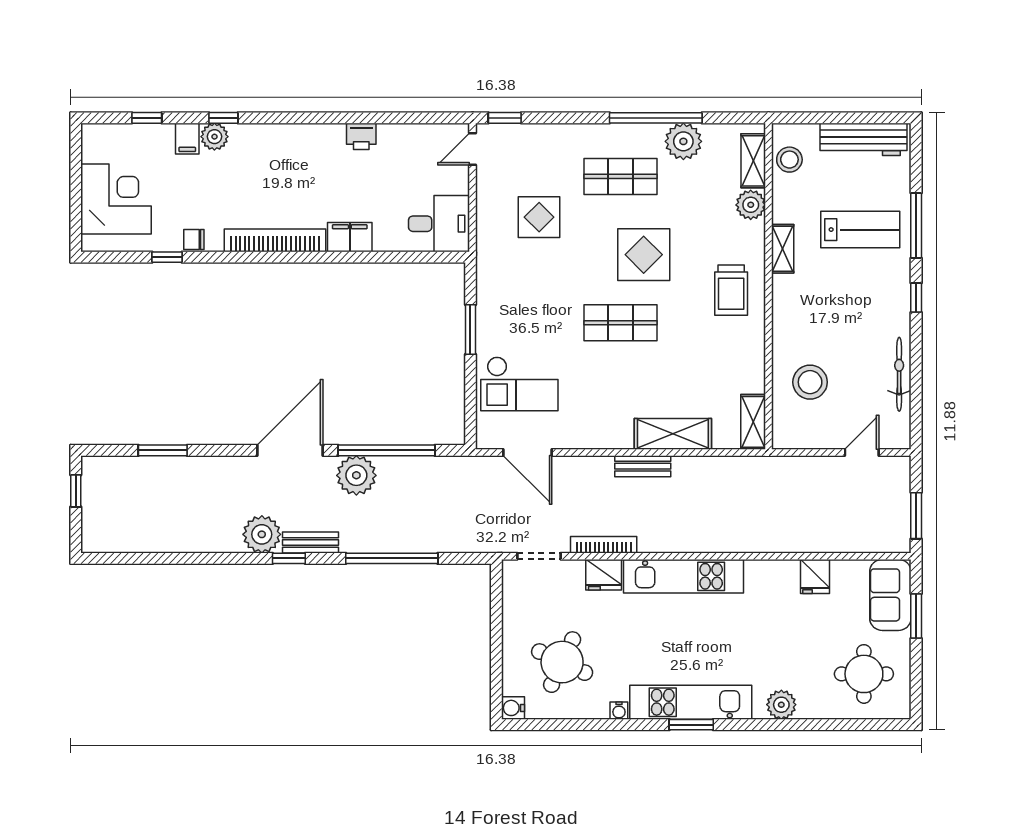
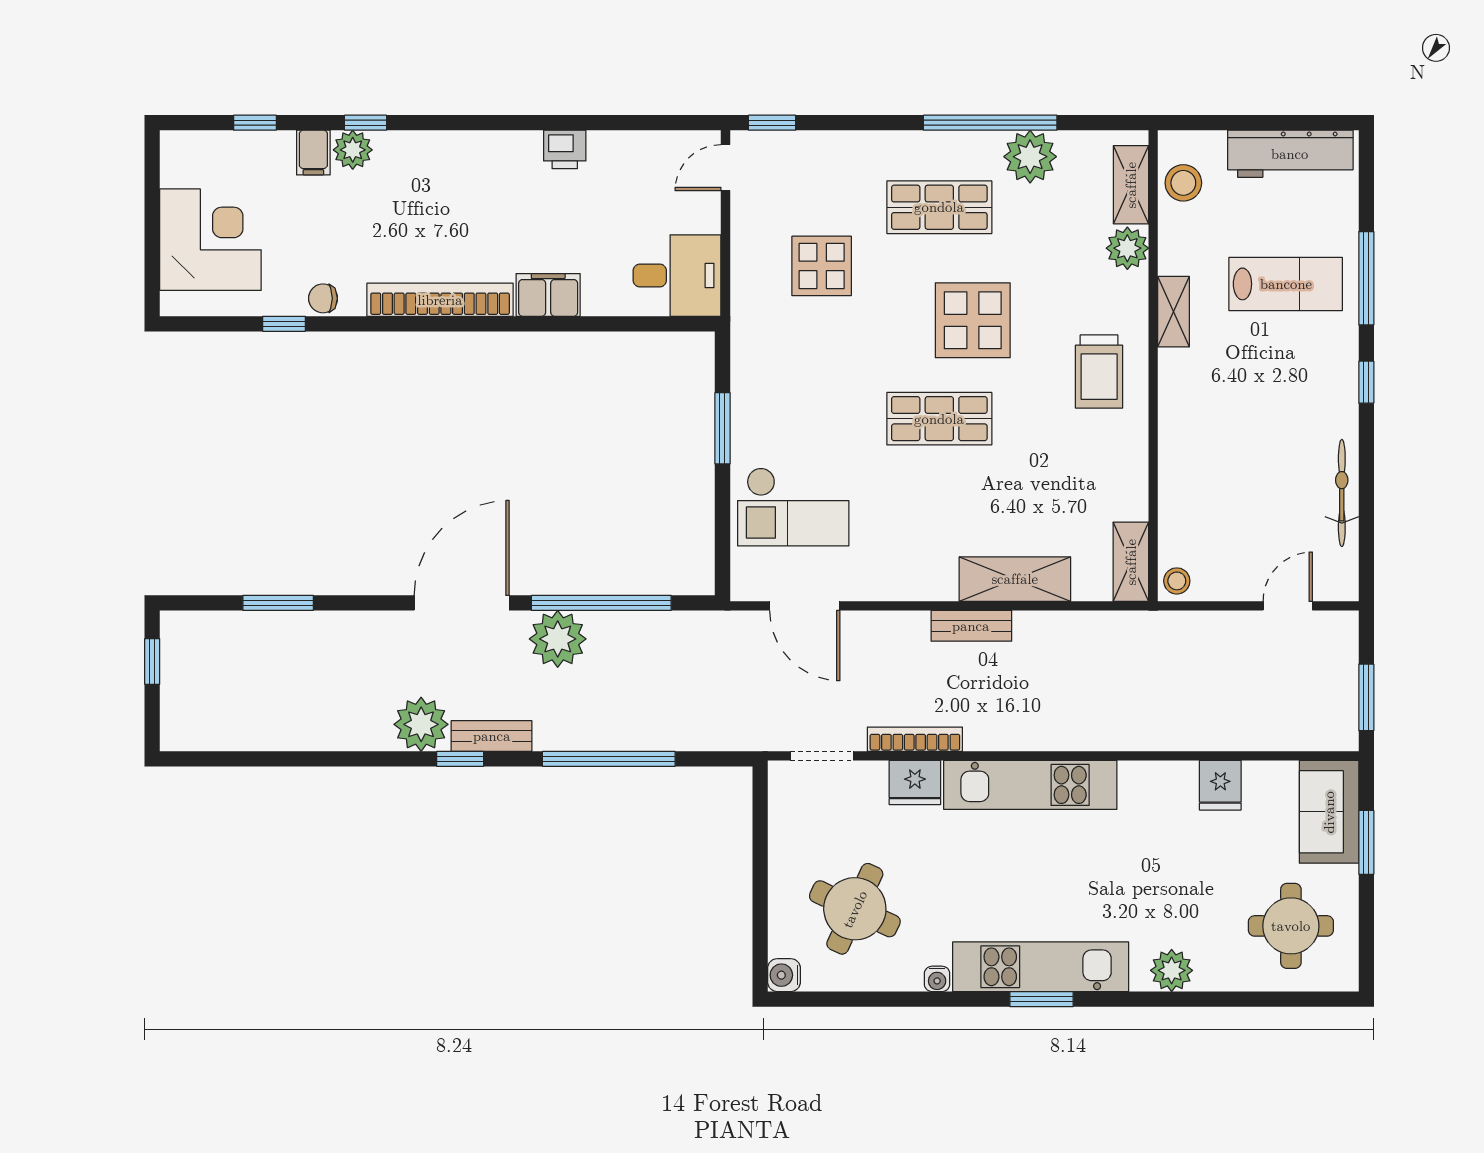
stool: (810, 382) -> (1177, 581), moved, width x0.53, depth x0.53

